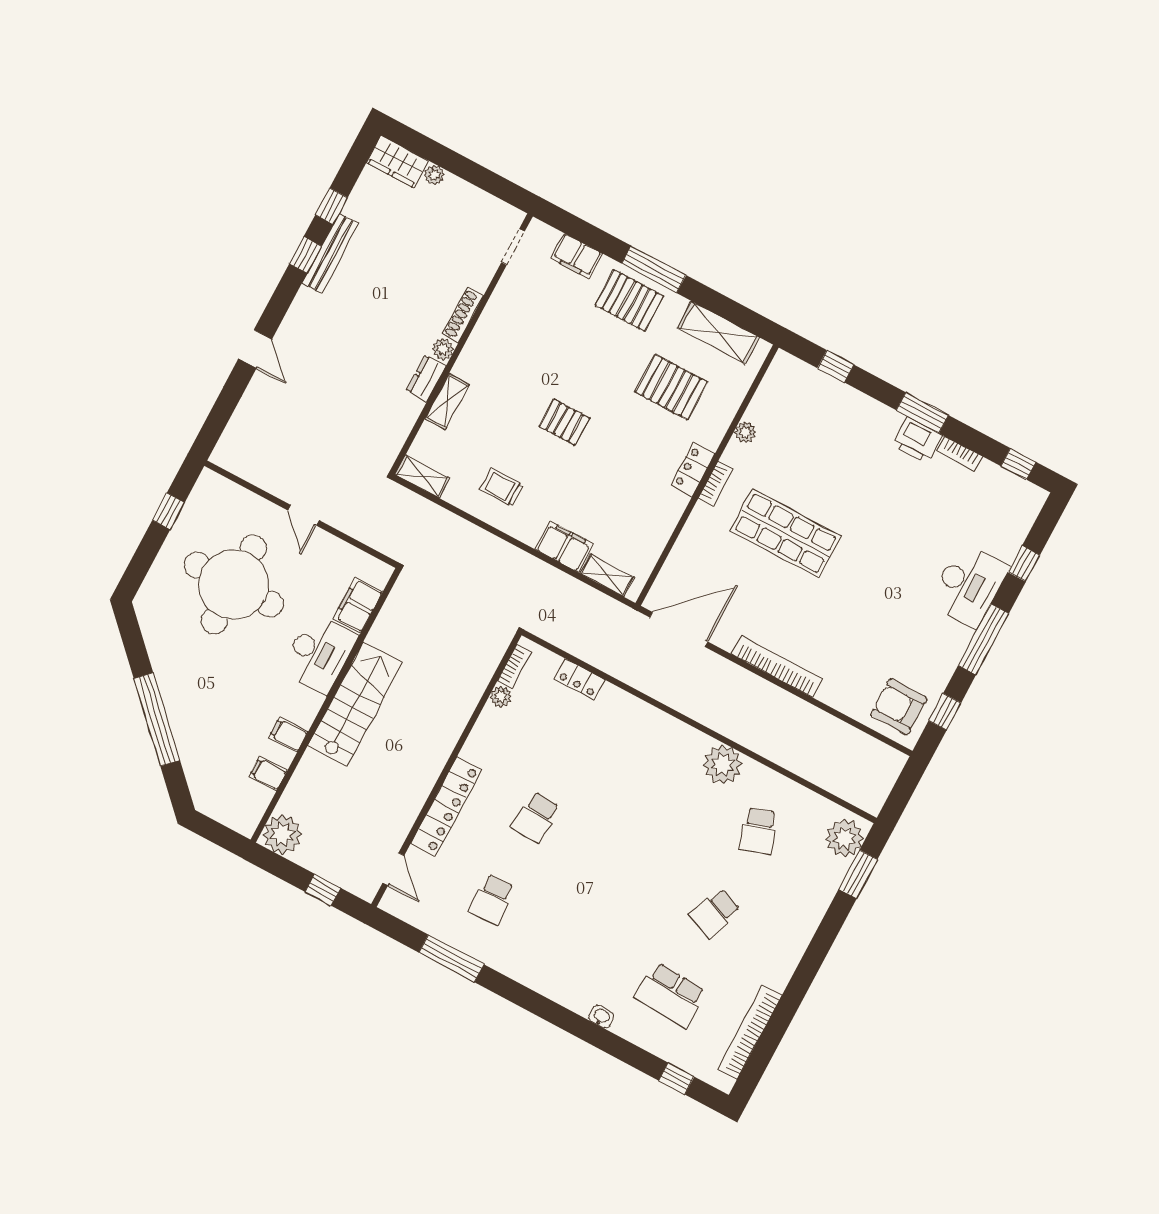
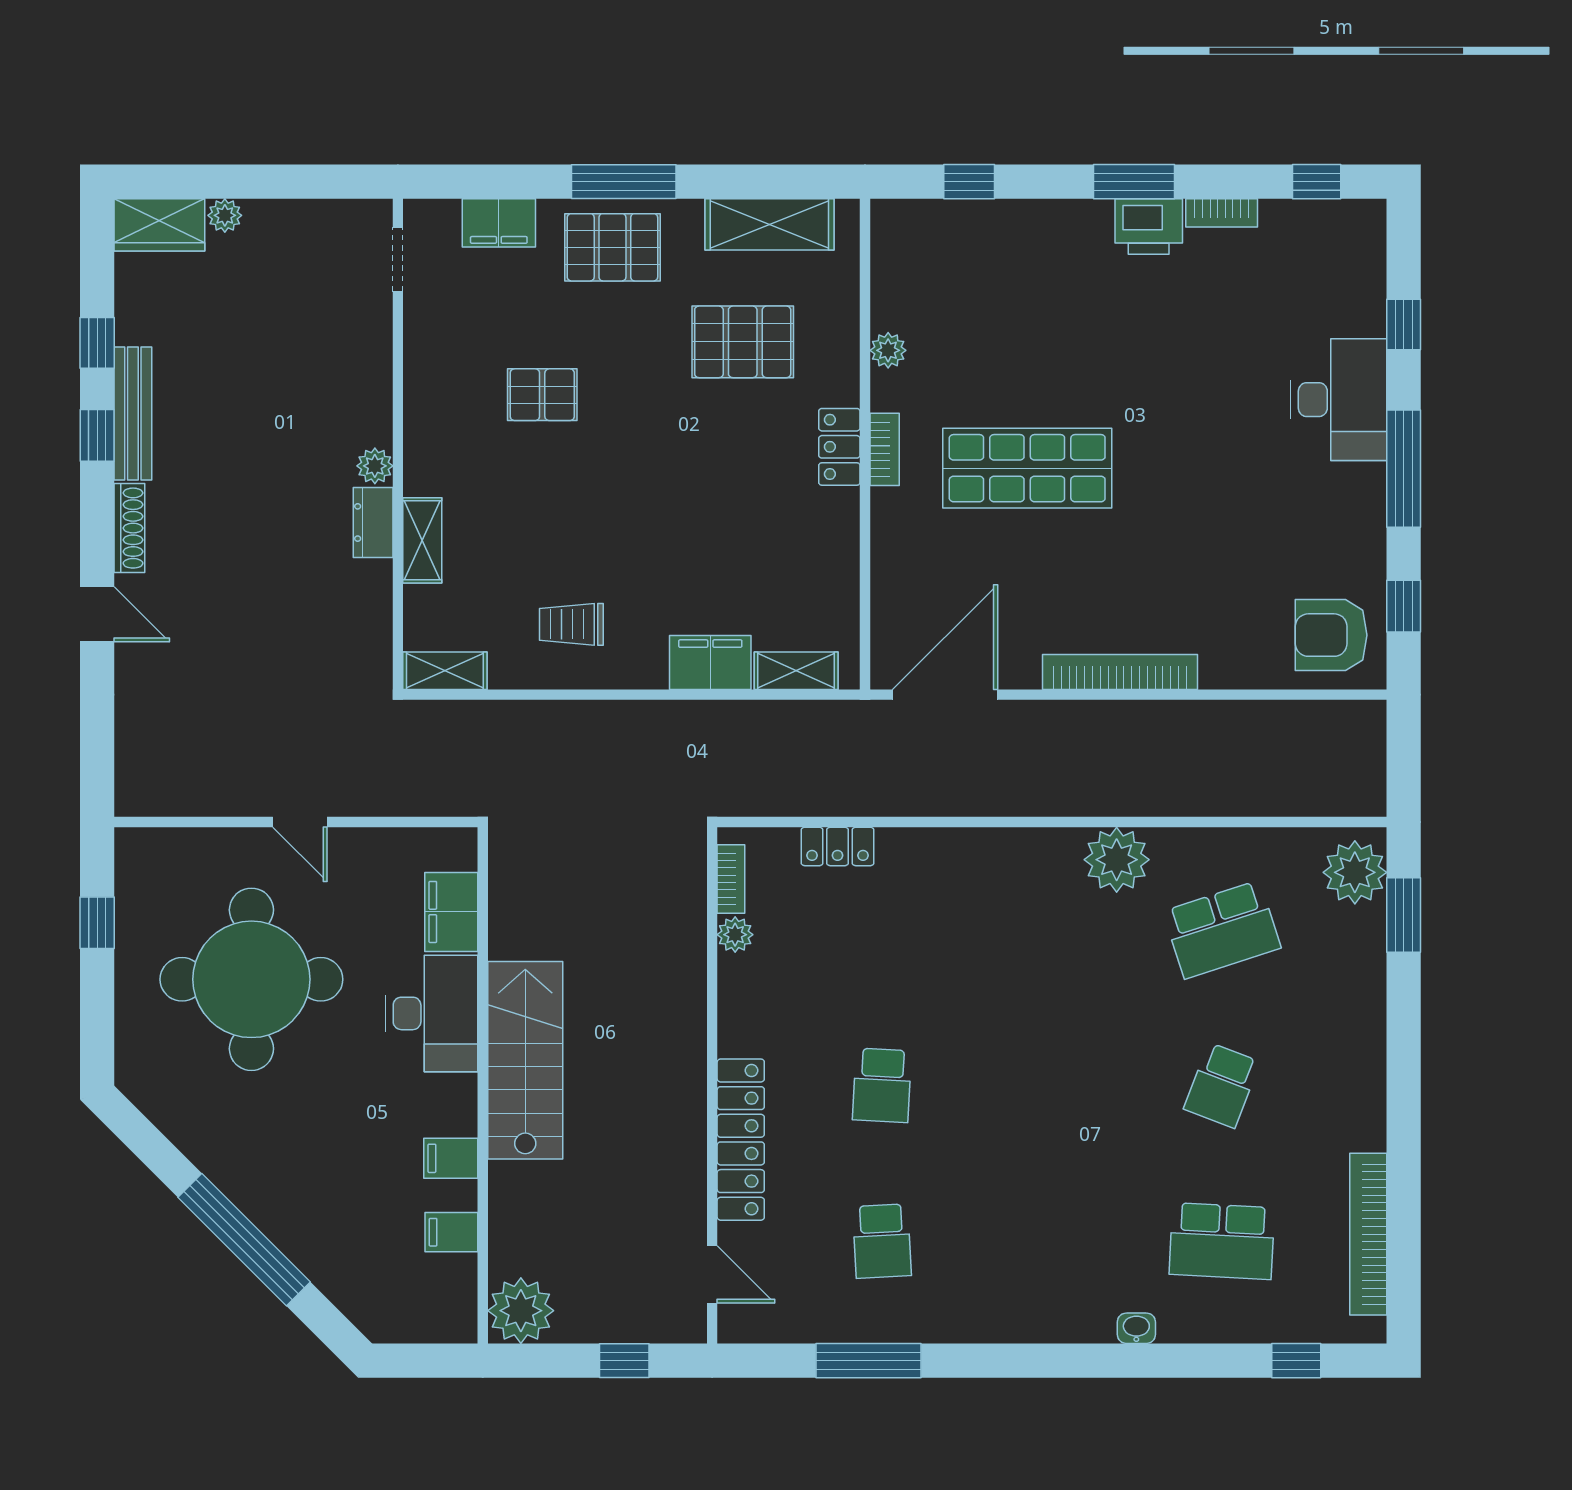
shoe rack: (463, 315) -> (129, 528), moved, turned 180
pallet: (564, 422) -> (542, 395), moved
school desk: (758, 831) -> (1222, 930), width x1.85

